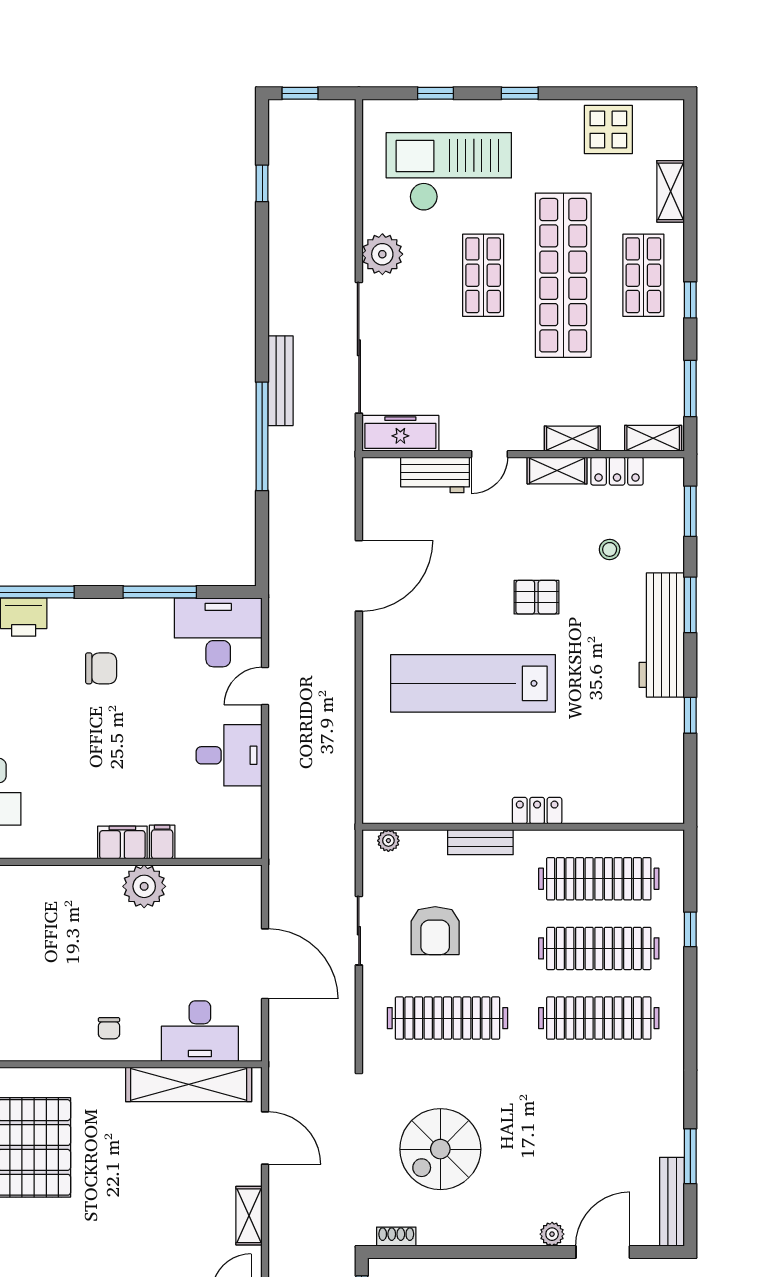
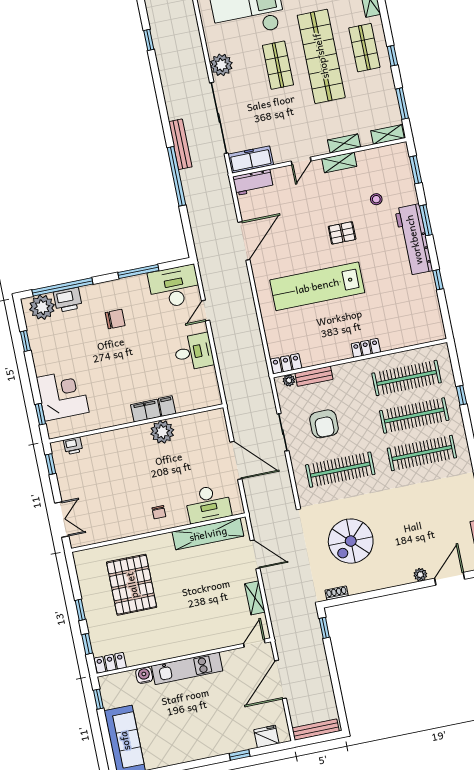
locker: (617, 471) -> (286, 364), moved, turned 180
workbench: (435, 475) -> (253, 182), moved
bench: (480, 842) -> (314, 376), moved

